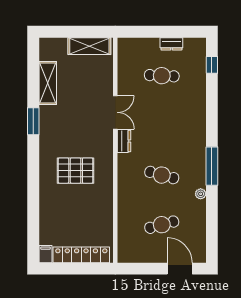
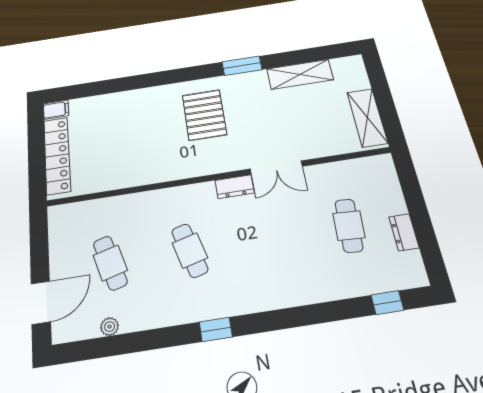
window: (212, 166) -> (216, 329), width x0.46
pallet: (76, 171) -> (204, 115), moved
cafe table: (162, 175) -> (190, 250), turned -30
plant: (201, 194) -> (110, 327), moved

